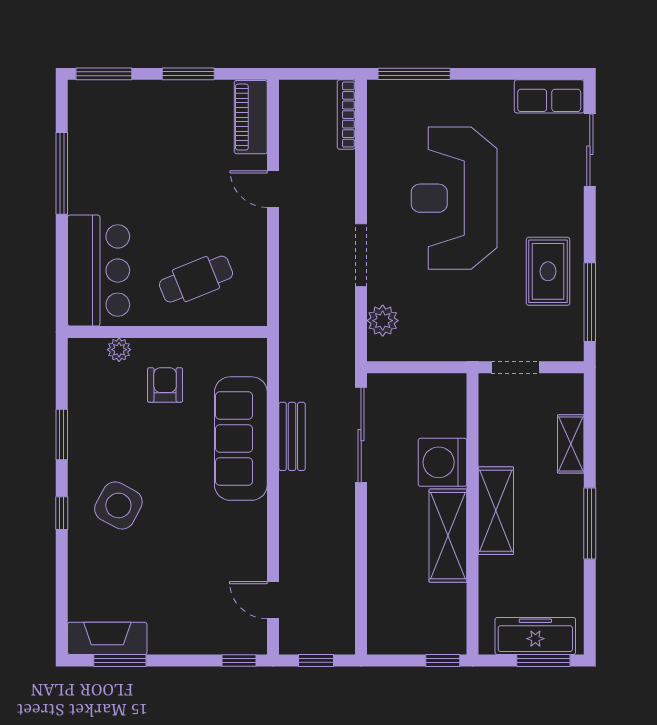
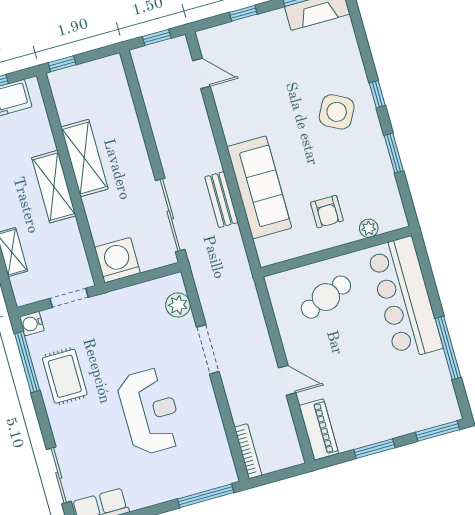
reception desk: (454, 198) -> (150, 411), width x0.74, depth x0.77
bar counter: (99, 271) -> (405, 298), width x1.36
water cooler: (571, 348) -> (32, 324), added
washing machine: (442, 462) -> (117, 260), moved, turned -90
window: (239, 661) -> (243, 13), moved

